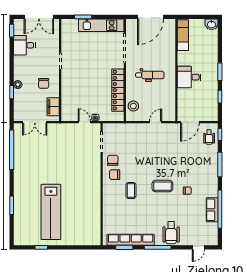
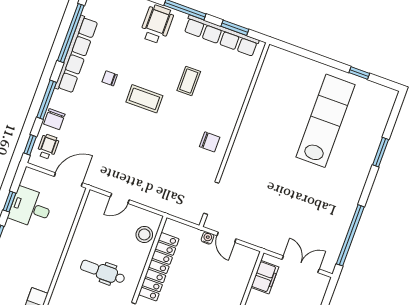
desk: (189, 77) -> (31, 208), moved, turned 180
chair: (113, 160) -> (54, 119), moved
coffee table: (131, 190) -> (189, 81), moved
row of seats: (212, 210) -> (76, 55), width x2.02

